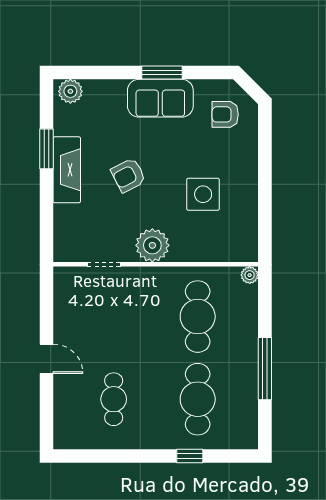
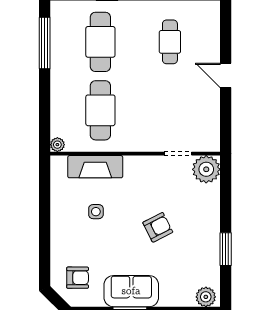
fireplace: (67, 170) -> (95, 167), moved, turned -90
side table: (203, 194) -> (96, 212), width x0.54, depth x0.54
plant: (152, 245) -> (206, 169), moved
window: (265, 369) -> (45, 43), moved

